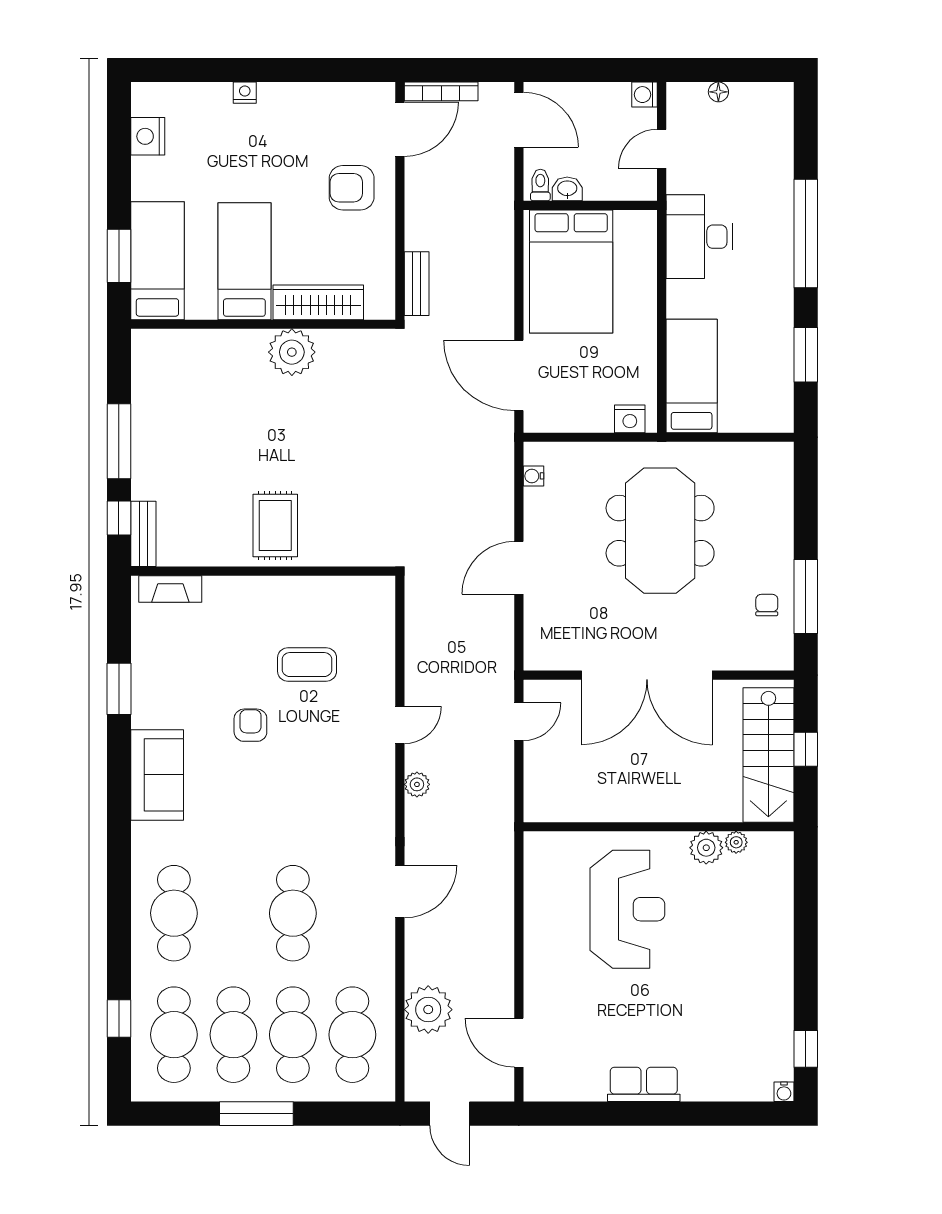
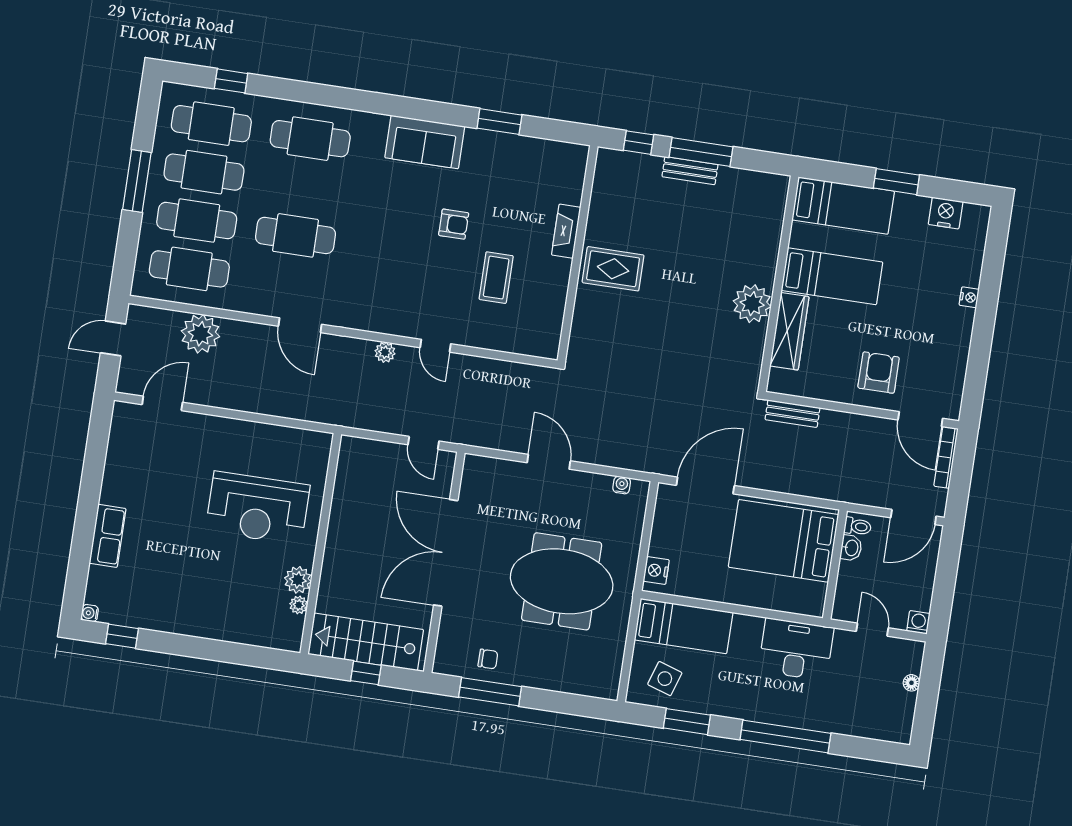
window: (119, 256) -> (896, 182), moved
side table: (758, 389) -> (665, 679), added
bench: (143, 534) -> (690, 171), moved
fireplace: (170, 589) -> (566, 231), moved
row of seats: (644, 1084) -> (108, 536), moved

